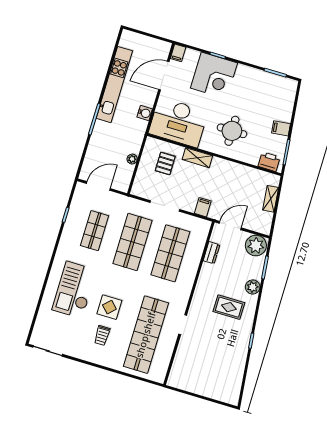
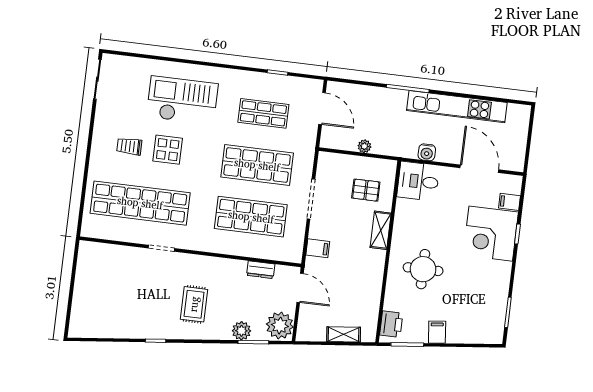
filing cabinet: (178, 53) -> (510, 202), moved
desk: (178, 122) -> (418, 181), width x0.53, depth x0.77
plant: (253, 287) -> (241, 331), moved

